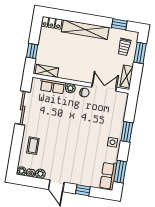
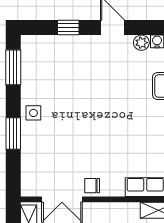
plant: (70, 88) -> (116, 189), removed
row of seats: (108, 176) -> (31, 57), removed

